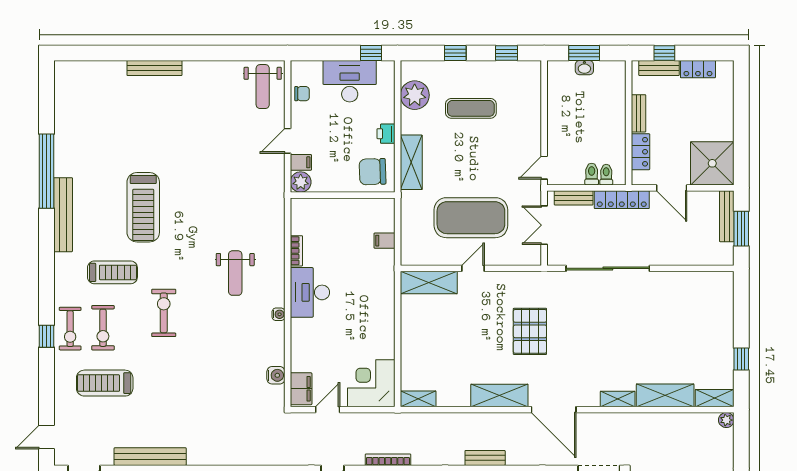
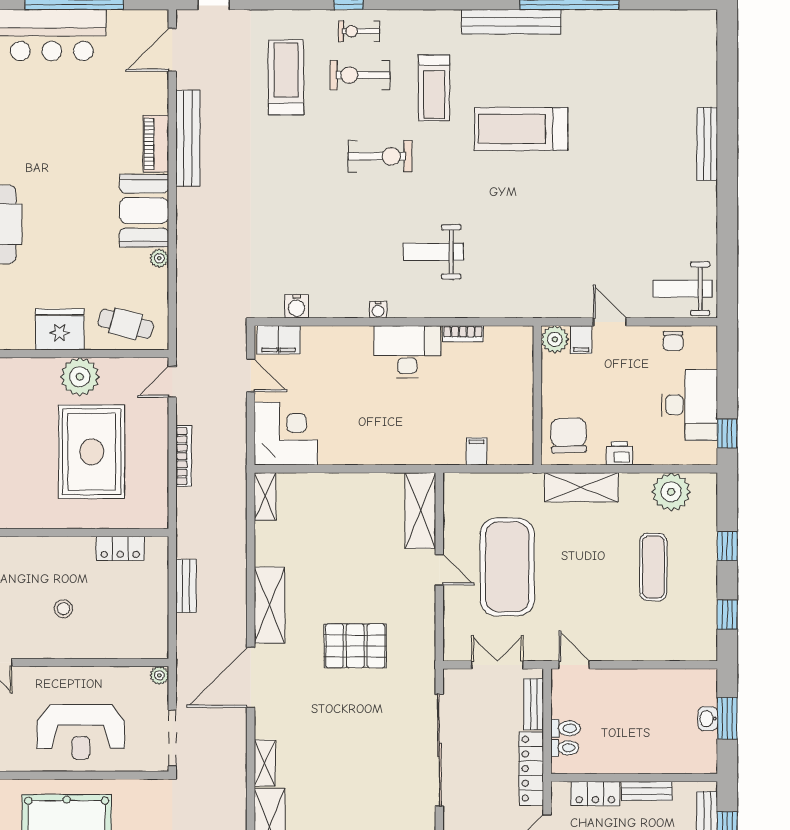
exercise bike: (70, 329) -> (359, 31), width x0.73, depth x0.72

